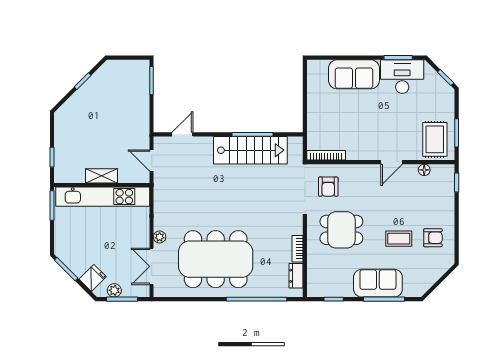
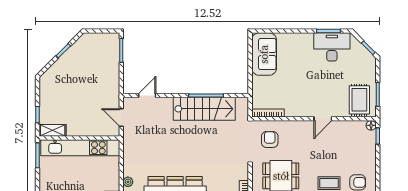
sofa: (354, 74) -> (264, 54), moved, turned -90
floor lamp: (424, 170) -> (371, 125), moved
shelving: (101, 176) -> (53, 130), moved
armchair: (328, 187) -> (270, 139), turned 180

